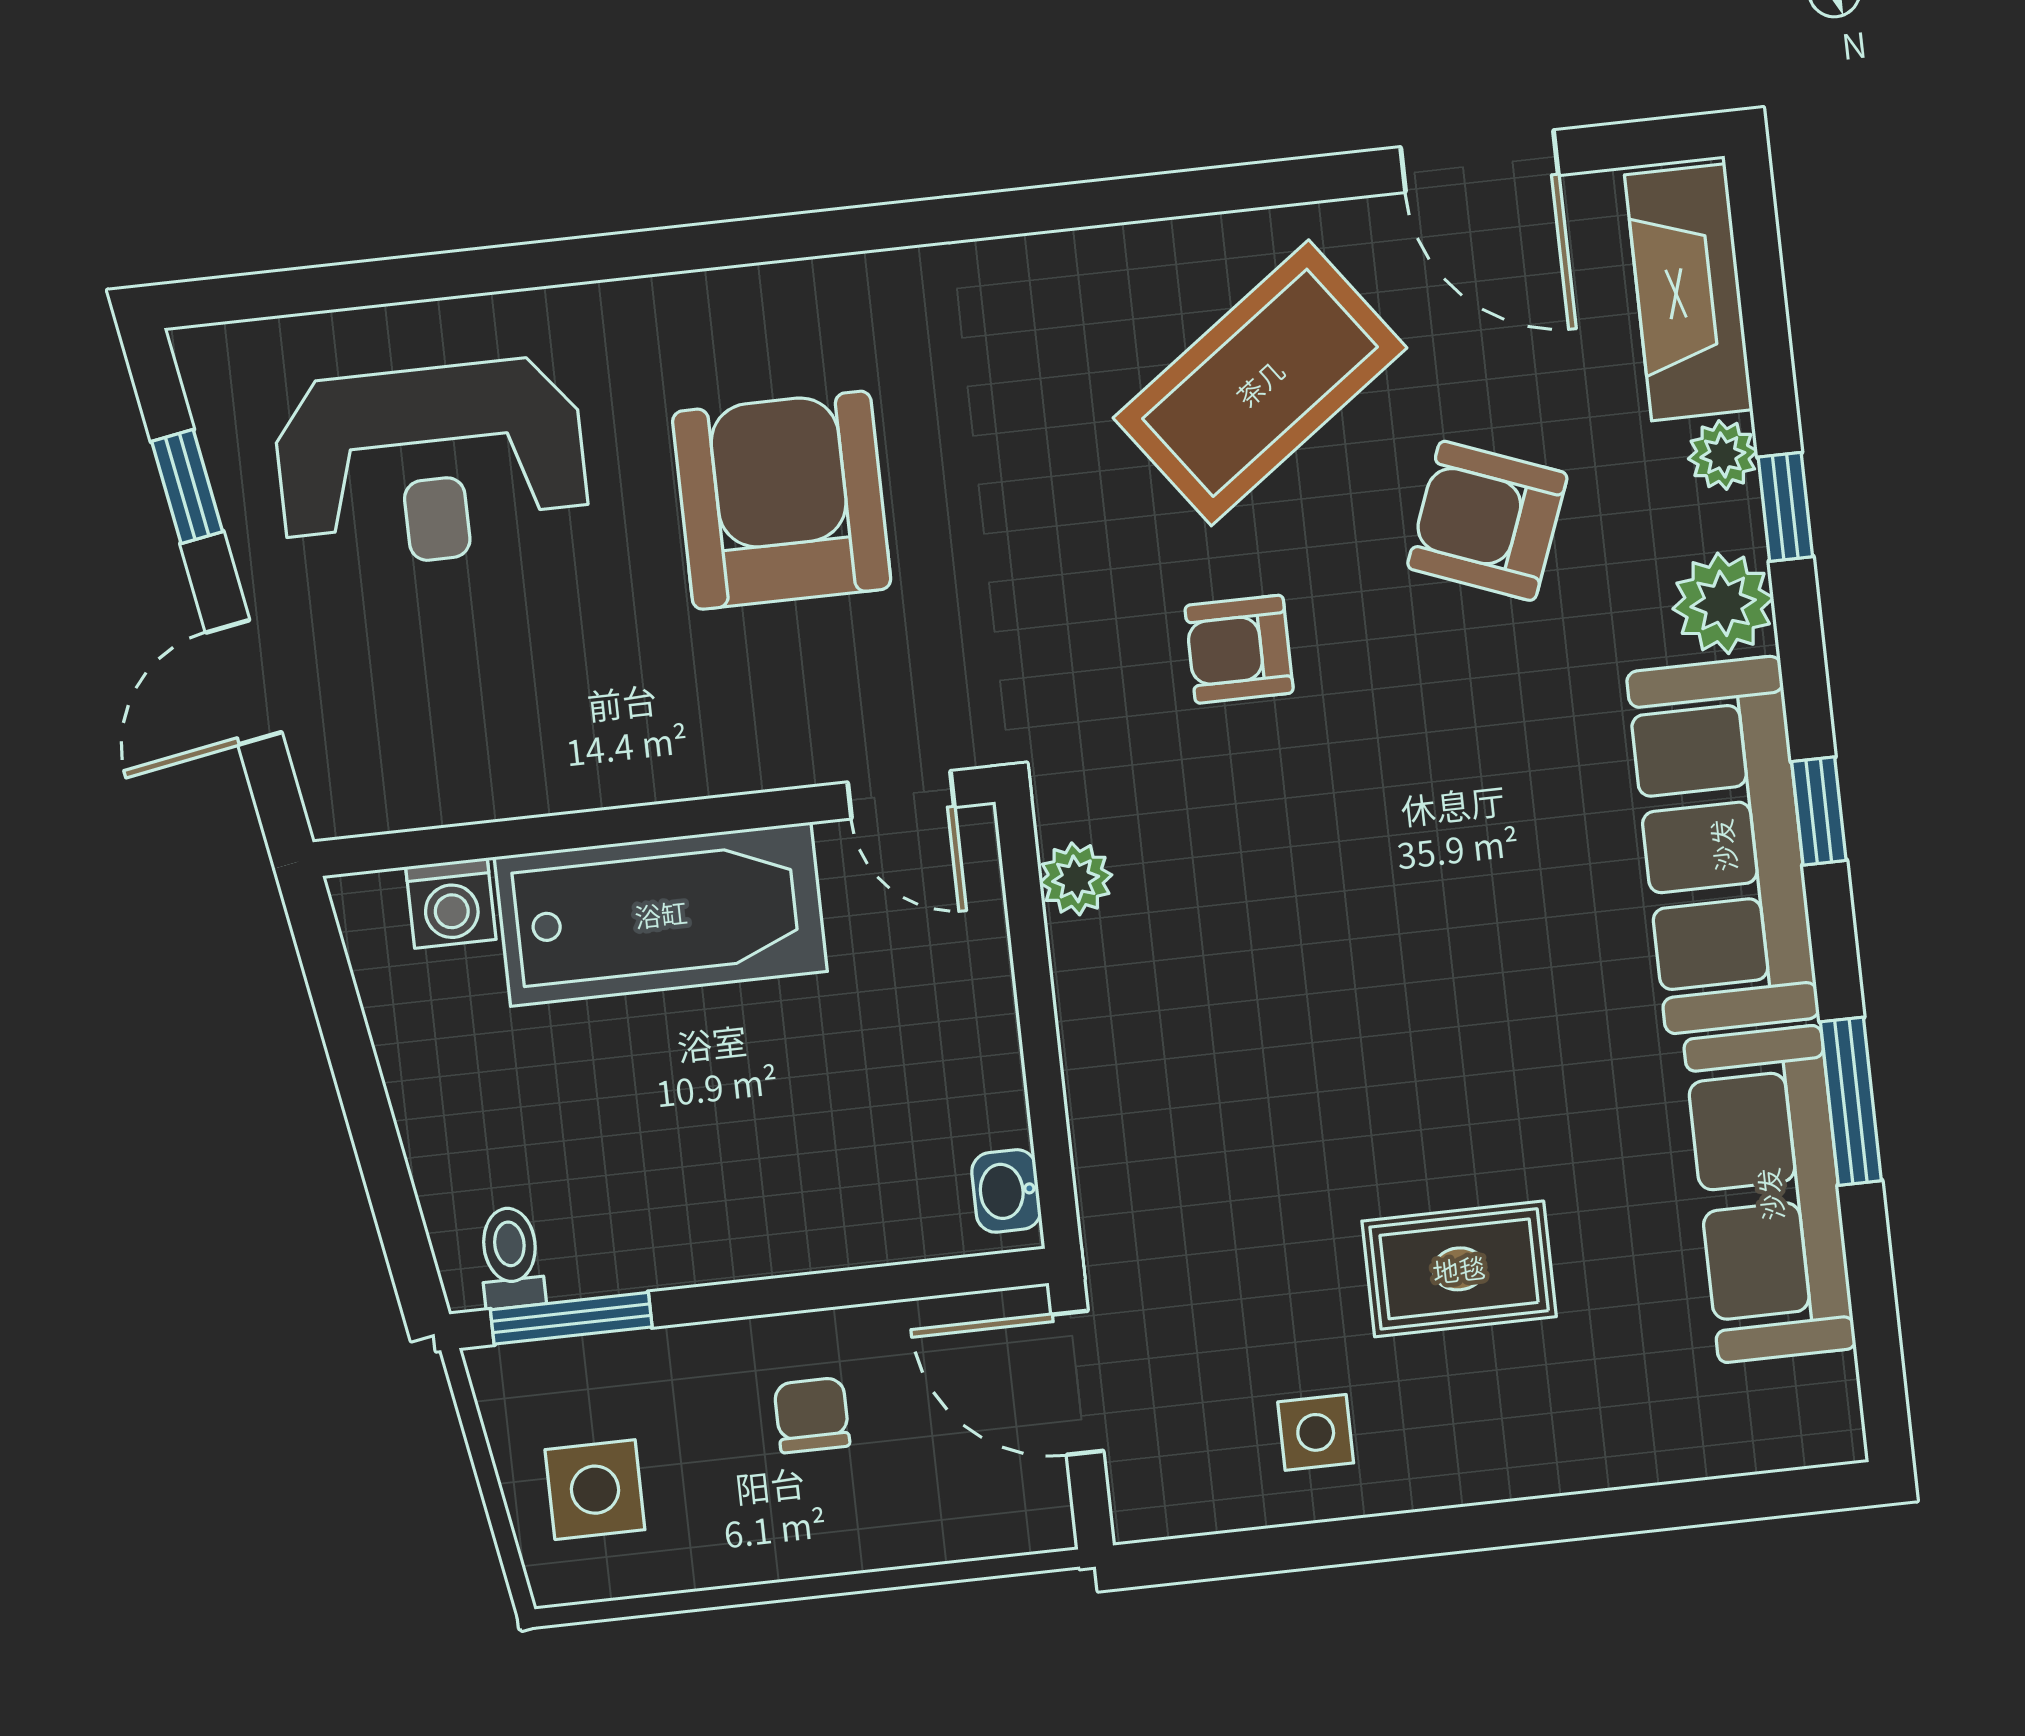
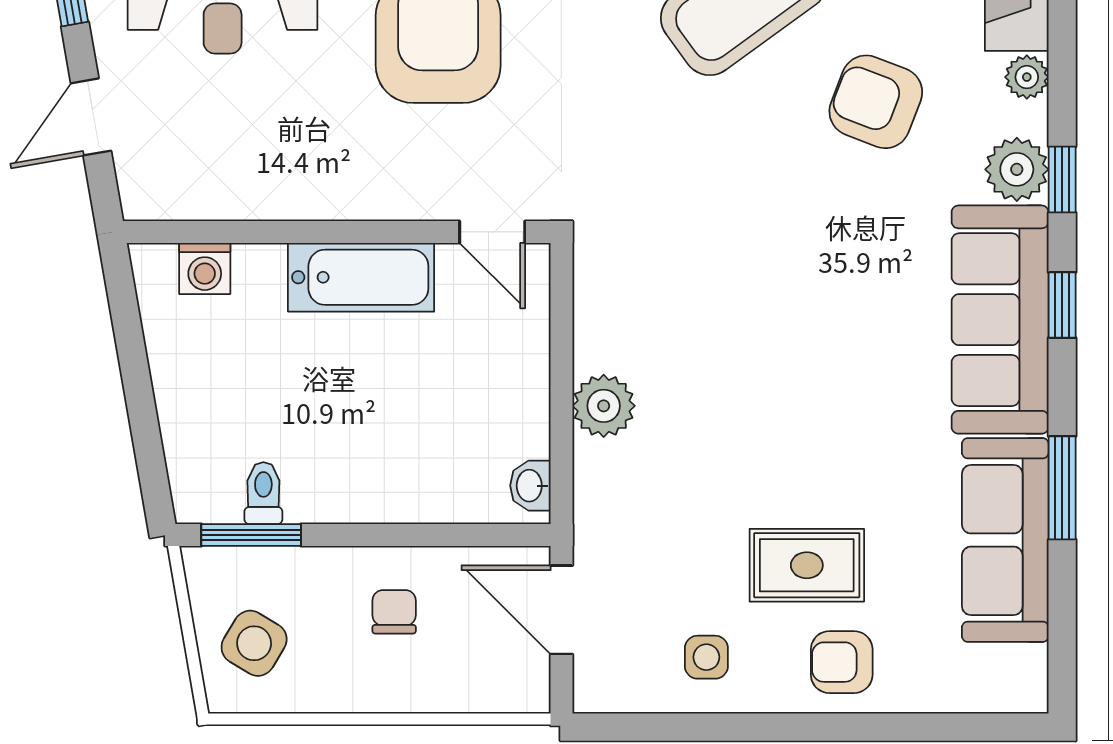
window: (1785, 507) -> (1062, 180), moved
armchair: (1239, 649) -> (842, 662), moved
plant: (1076, 879) -> (604, 406), moved, width x1.38, depth x1.38
bathtub: (661, 914) -> (361, 277), width x0.73, depth x0.73
toilet: (511, 1258) -> (263, 493), moved
side table: (595, 1490) -> (254, 643), turned 31

